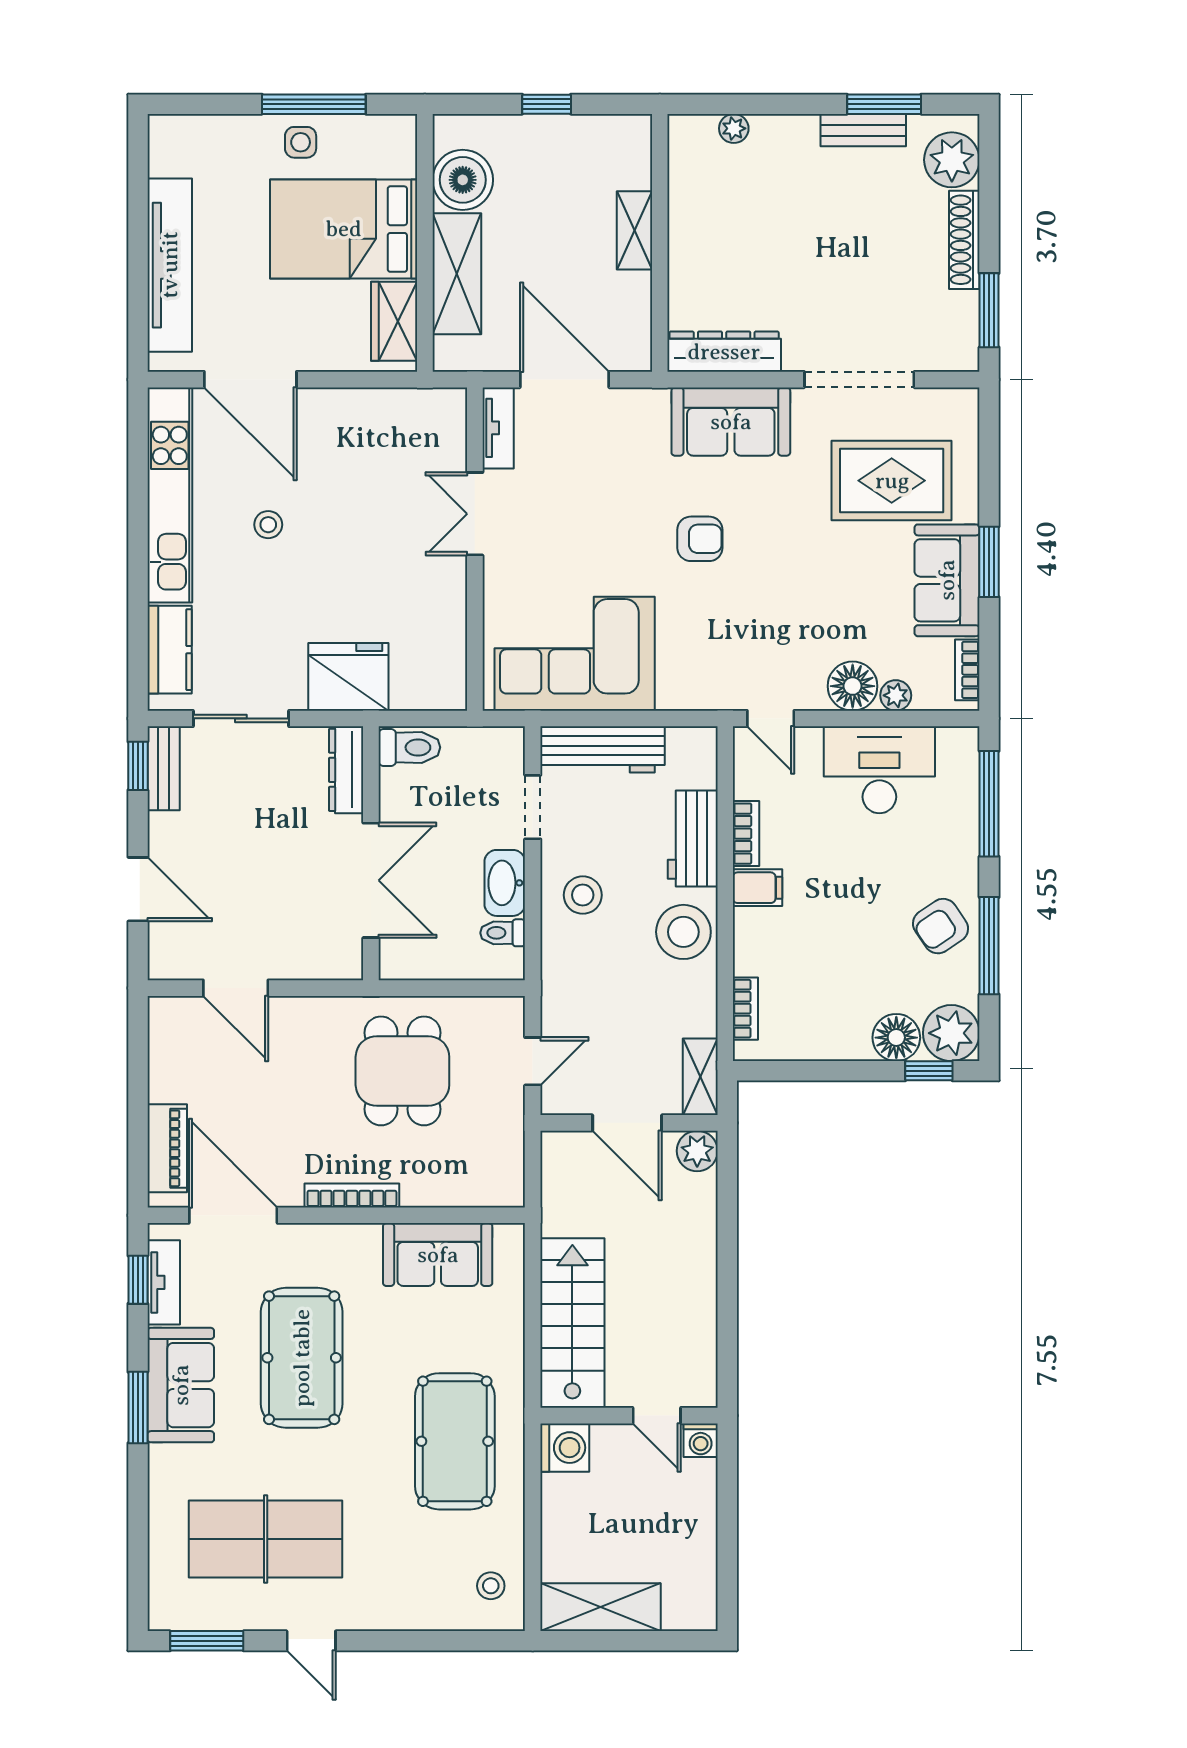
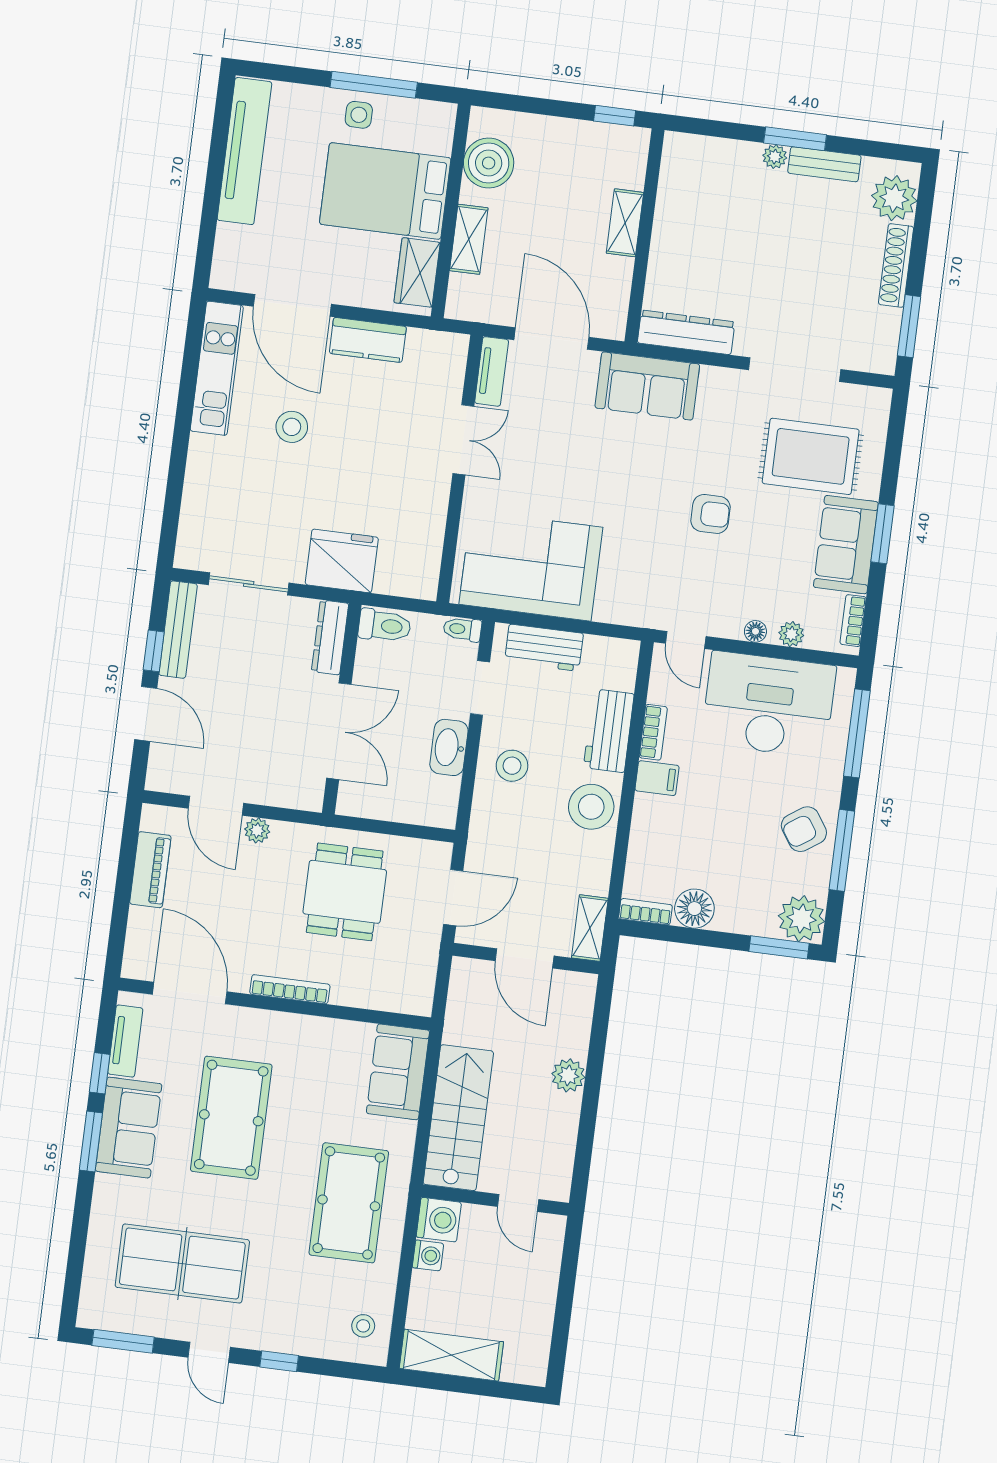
window: (547, 104) -> (615, 116), moved
window: (884, 104) -> (795, 139), moved
plant: (734, 128) -> (775, 157), moved
tv unit: (170, 265) -> (244, 151), moved
shelving: (457, 274) -> (469, 239), width x0.67, depth x0.75
sofa: (731, 422) -> (647, 386), moved
kitchen unit: (170, 495) -> (217, 368), width x0.73
double door: (475, 514) -> (463, 440), swing flipped
stool: (268, 525) -> (292, 427), width x1.37, depth x1.37
armchair: (700, 539) -> (710, 514), moved
kitchen counter: (170, 650) -> (368, 340), moved, turned 90
floor lamp: (853, 686) -> (755, 631), width x0.53, depth x0.53
workbench: (603, 749) -> (544, 648), width x0.73
window: (138, 766) -> (154, 651), moved
bench: (164, 768) -> (178, 630), width x1.36
desk: (879, 770) -> (769, 705), width x1.36, depth x1.30
toilet: (503, 933) -> (462, 629), moved
bookcase: (745, 1009) -> (645, 912), moved, turned -90
plant: (289, 1011) -> (257, 830), added
floor lamp: (896, 1038) -> (694, 909), moved
door: (533, 1061) -> (453, 898), width x1.38
window: (929, 1071) -> (779, 947), width x1.50
piano: (167, 1148) -> (150, 870), moved
plant: (697, 1151) -> (568, 1075), moved
sofa: (438, 1255) -> (398, 1072), moved, turned 90
window: (138, 1280) -> (100, 1073), moved
washing machine: (701, 1440) -> (428, 1255), moved, turned -90
window: (396, 1641) -> (279, 1361), added

